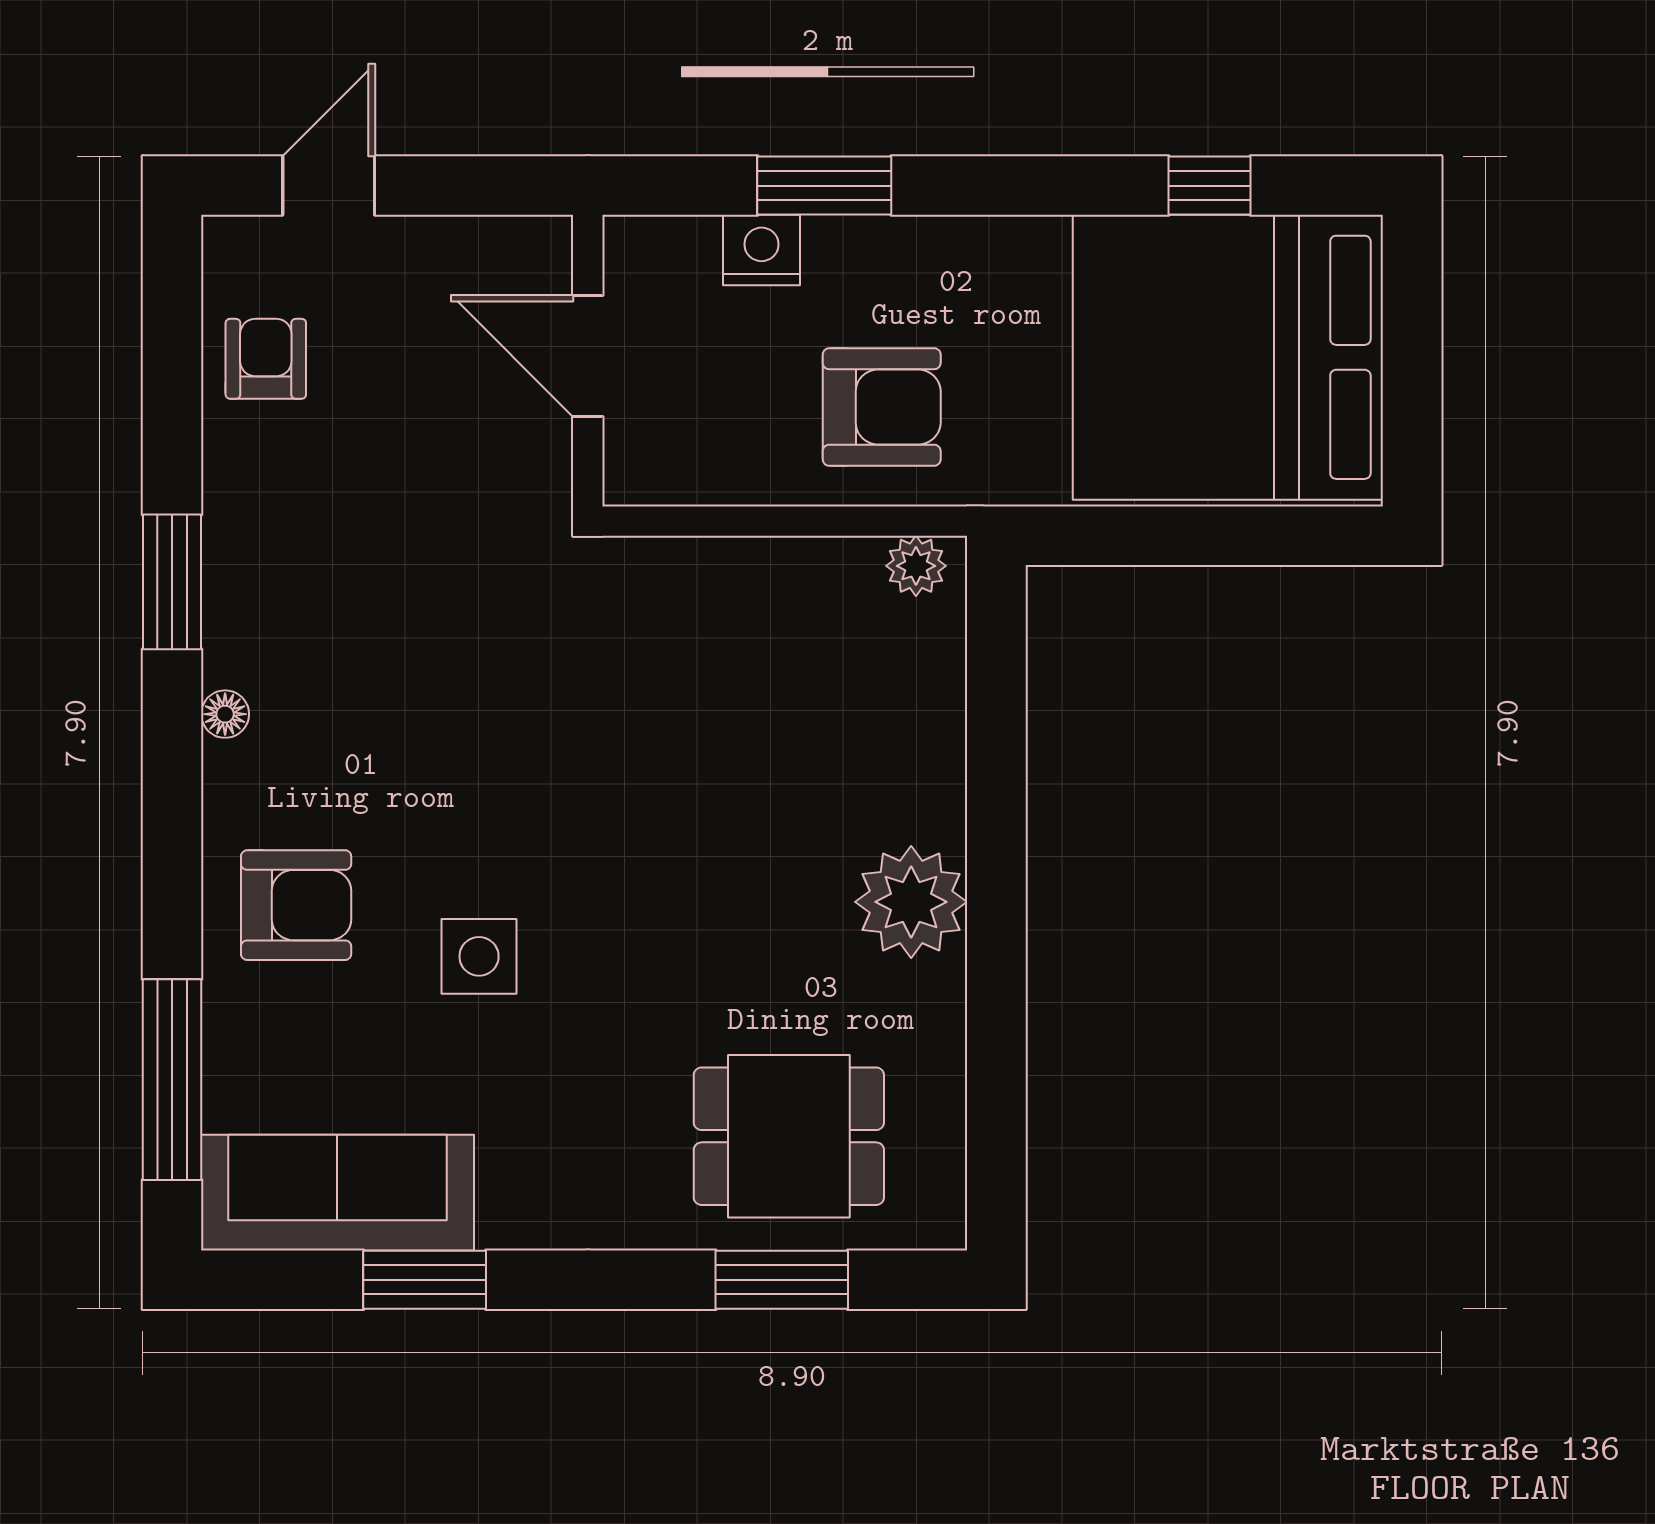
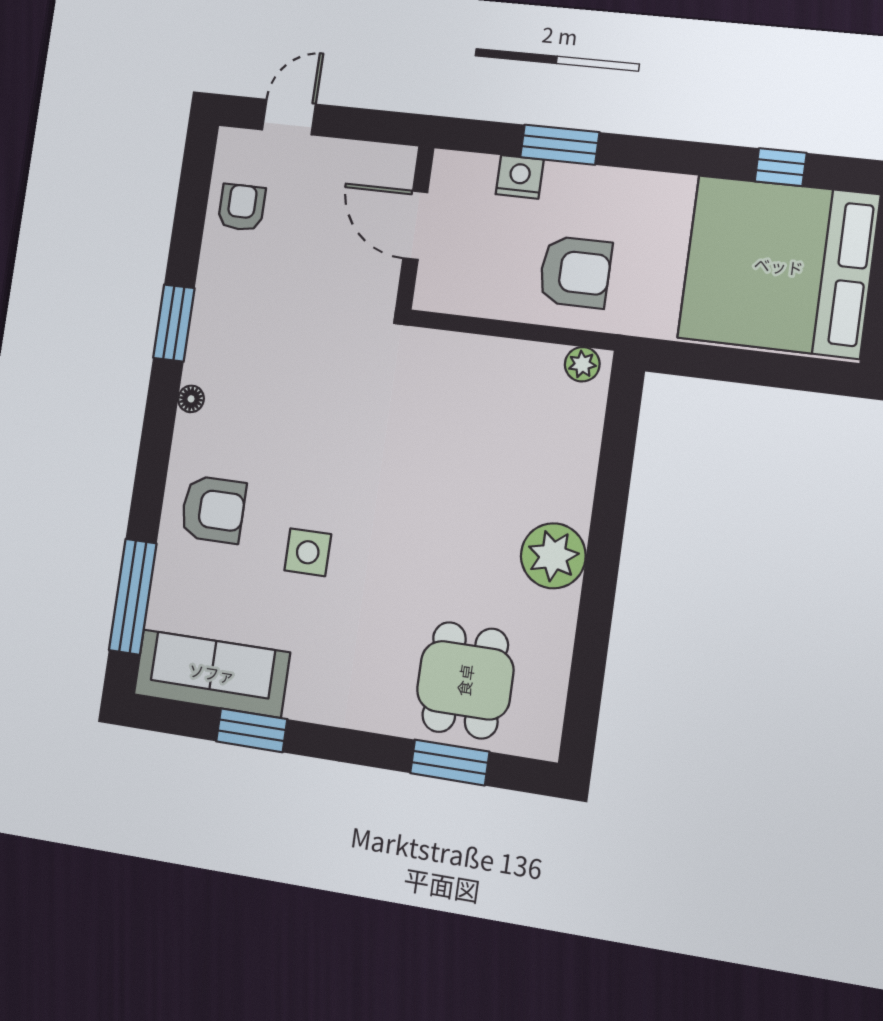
dining table: (789, 1136) -> (465, 680), turned 90

